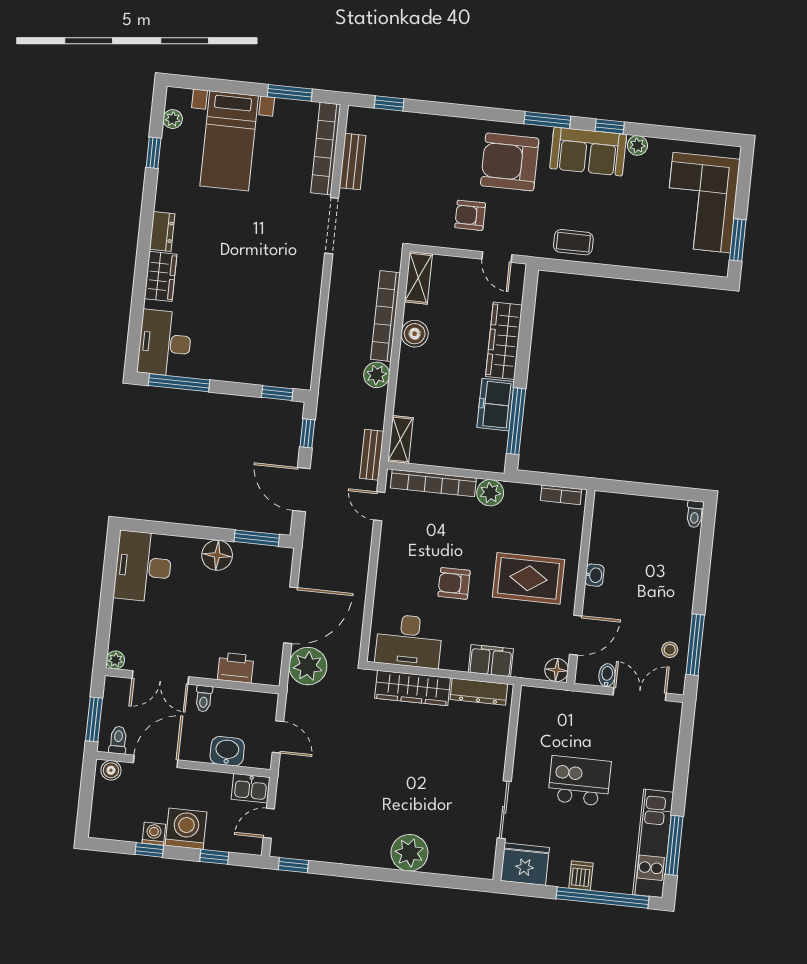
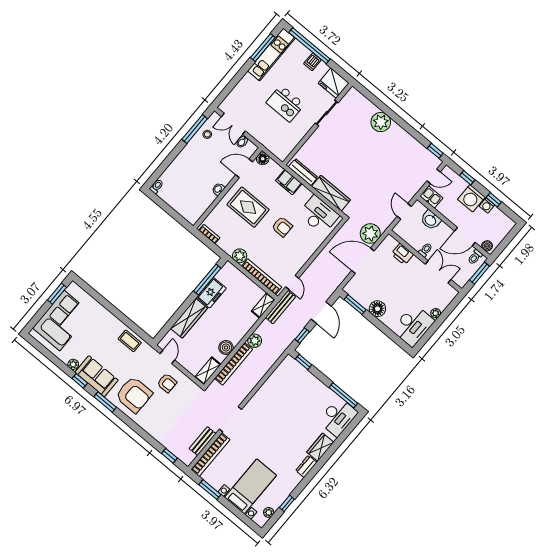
bench: (372, 455) -> (280, 307), width x1.36
plant: (115, 660) -> (436, 313), moved

